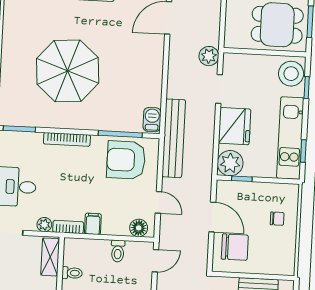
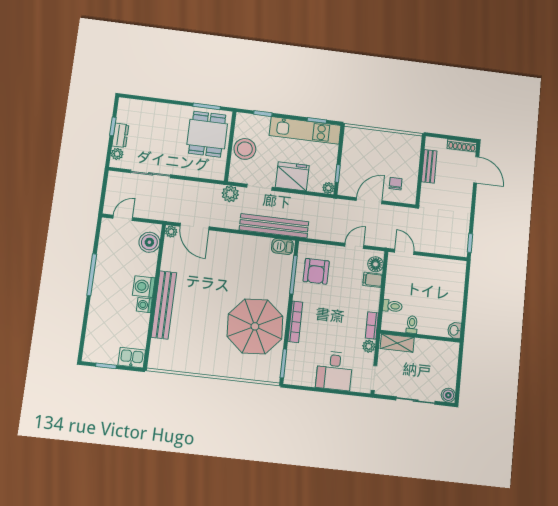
parasol: (68, 71) -> (255, 326), moved
stool: (291, 74) -> (245, 149), moved
bench: (174, 138) -> (274, 226), moved
armchair: (126, 160) -> (316, 271), width x0.73, depth x0.73
plant: (230, 163) -> (328, 188), width x0.53, depth x0.53
chair: (277, 219) -> (373, 146), removed
filing cabinet: (93, 224) -> (373, 280), moved
chair: (235, 247) -> (396, 184), width x0.54, depth x0.54
toilet: (118, 251) -> (392, 306), moved

